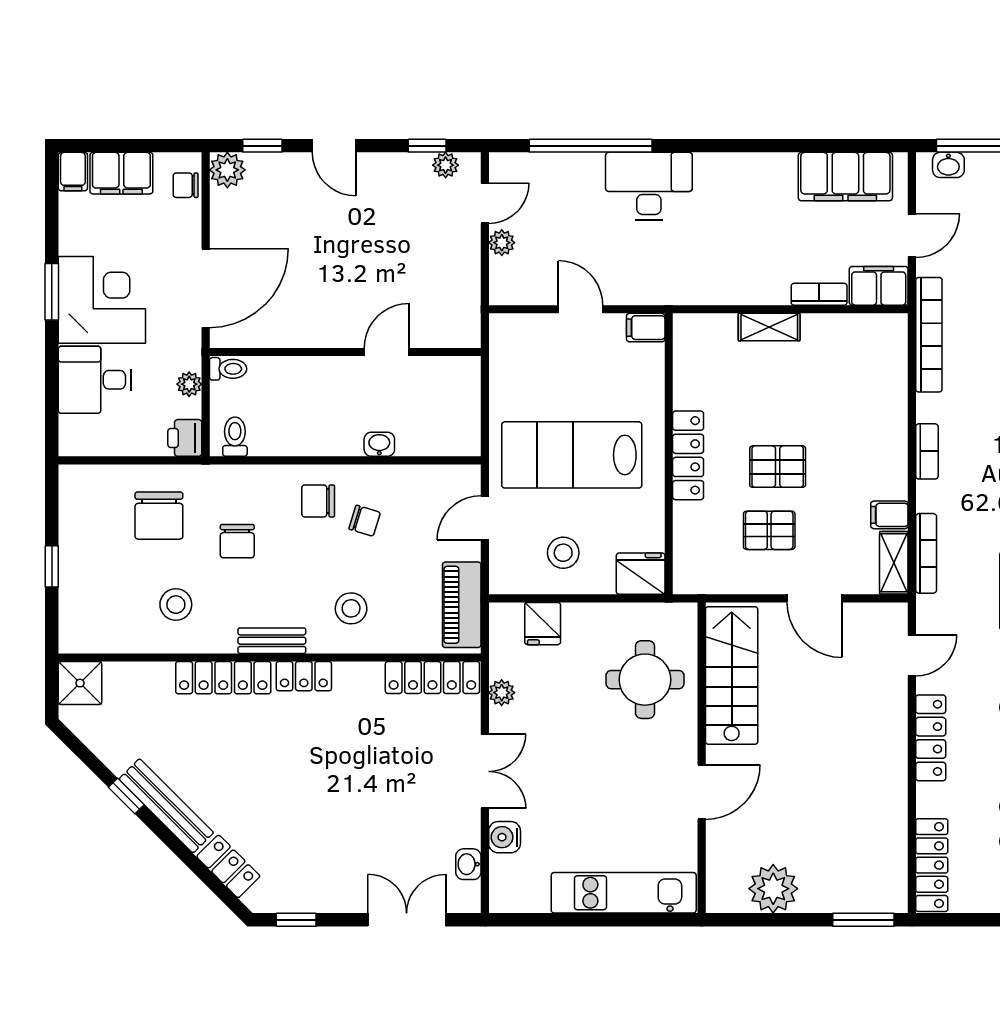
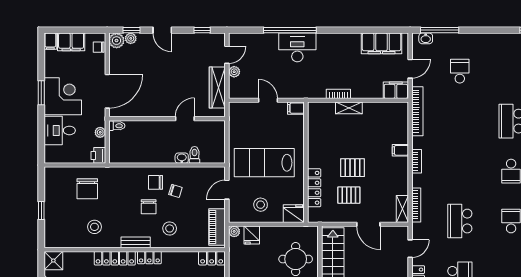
window: (591, 146) -> (290, 30), moved
plant: (446, 165) -> (131, 38), moved
wardrobe: (462, 279) -> (217, 87), added
bookcase: (819, 294) -> (338, 94), moved
toilet: (235, 437) -> (195, 155), moved
locker: (688, 455) -> (314, 188), moved
filing cabinet: (889, 515) -> (400, 150), moved
chair: (237, 541) -> (149, 207), moved
locker: (432, 678) -> (212, 258), width x0.66
plant: (502, 693) -> (234, 231), moved

